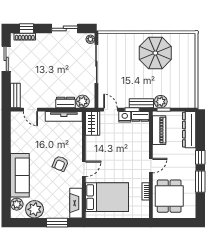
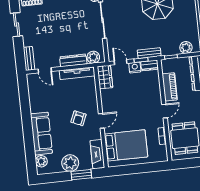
plant: (161, 102) -> (186, 47), moved
dresser: (66, 103) -> (73, 60), width x1.44
piano: (159, 130) -> (170, 87), moved
plant: (35, 209) -> (70, 163), moved

